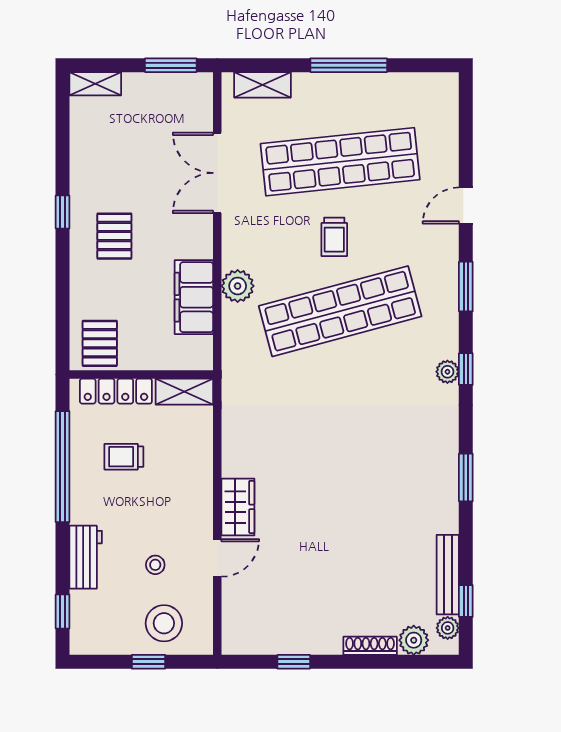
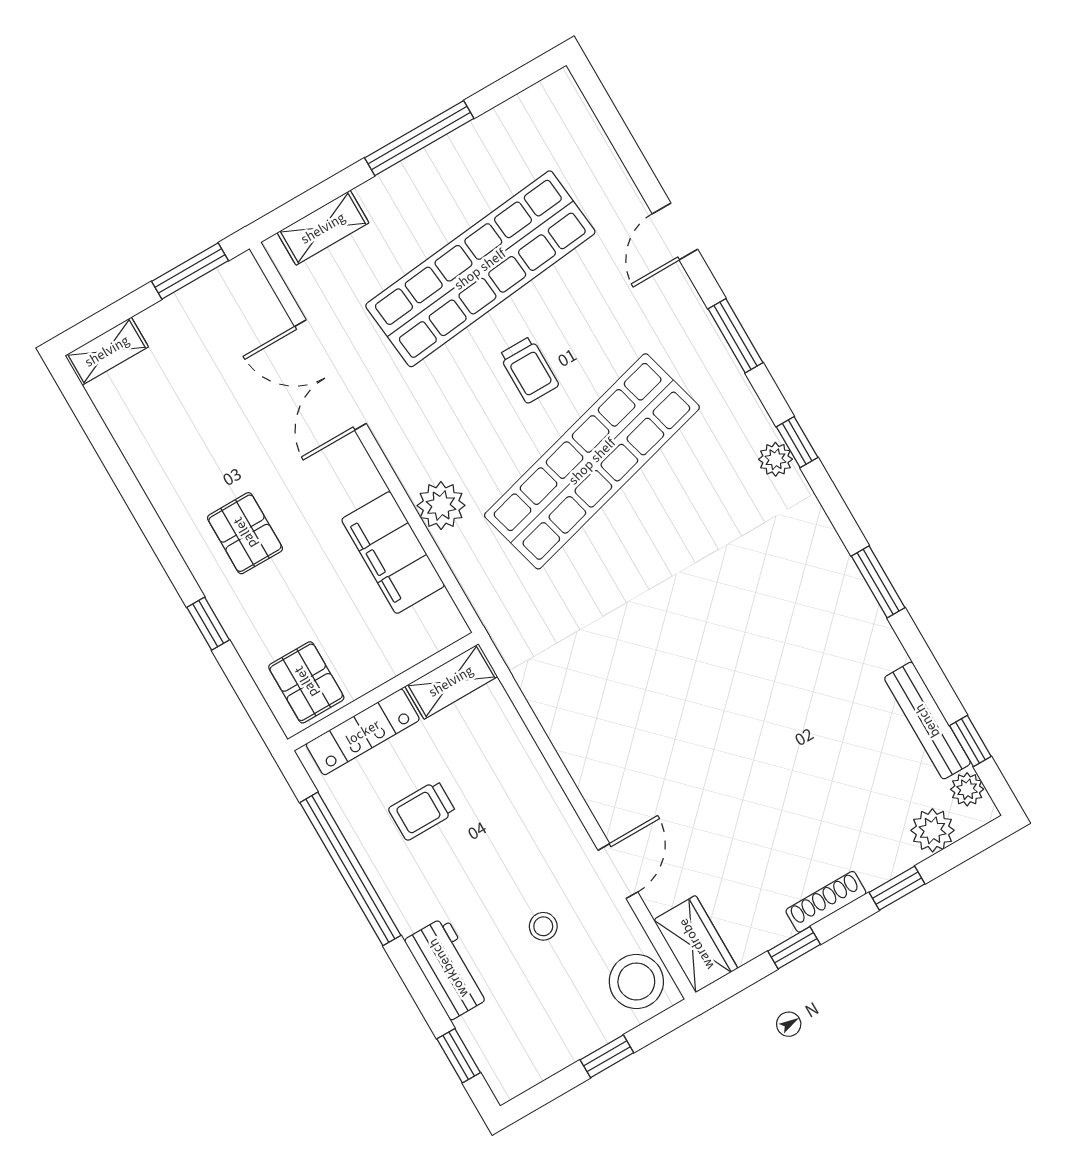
window: (63, 212) -> (208, 624), moved
wardrobe: (238, 507) -> (696, 944), moved
stool: (164, 623) -> (636, 982), moved
shoe rack: (370, 646) -> (826, 902), moved
window: (374, 662) -> (897, 888), added

